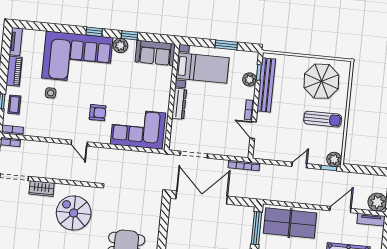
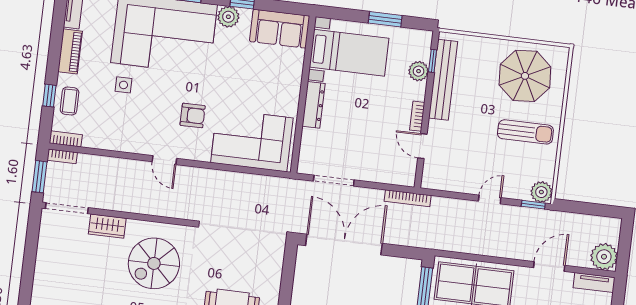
spiral stairs: (74, 213) -> (154, 263), turned -90

